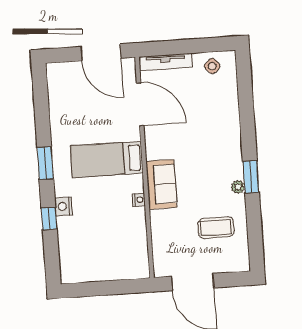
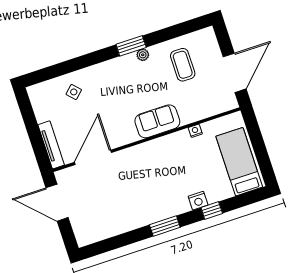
door: (101, 52) -> (57, 203), swing flipped
side table: (212, 66) -> (74, 92), moved
bed: (107, 159) -> (239, 162), moved, turned 180
nightstand: (139, 200) -> (195, 131), moved

